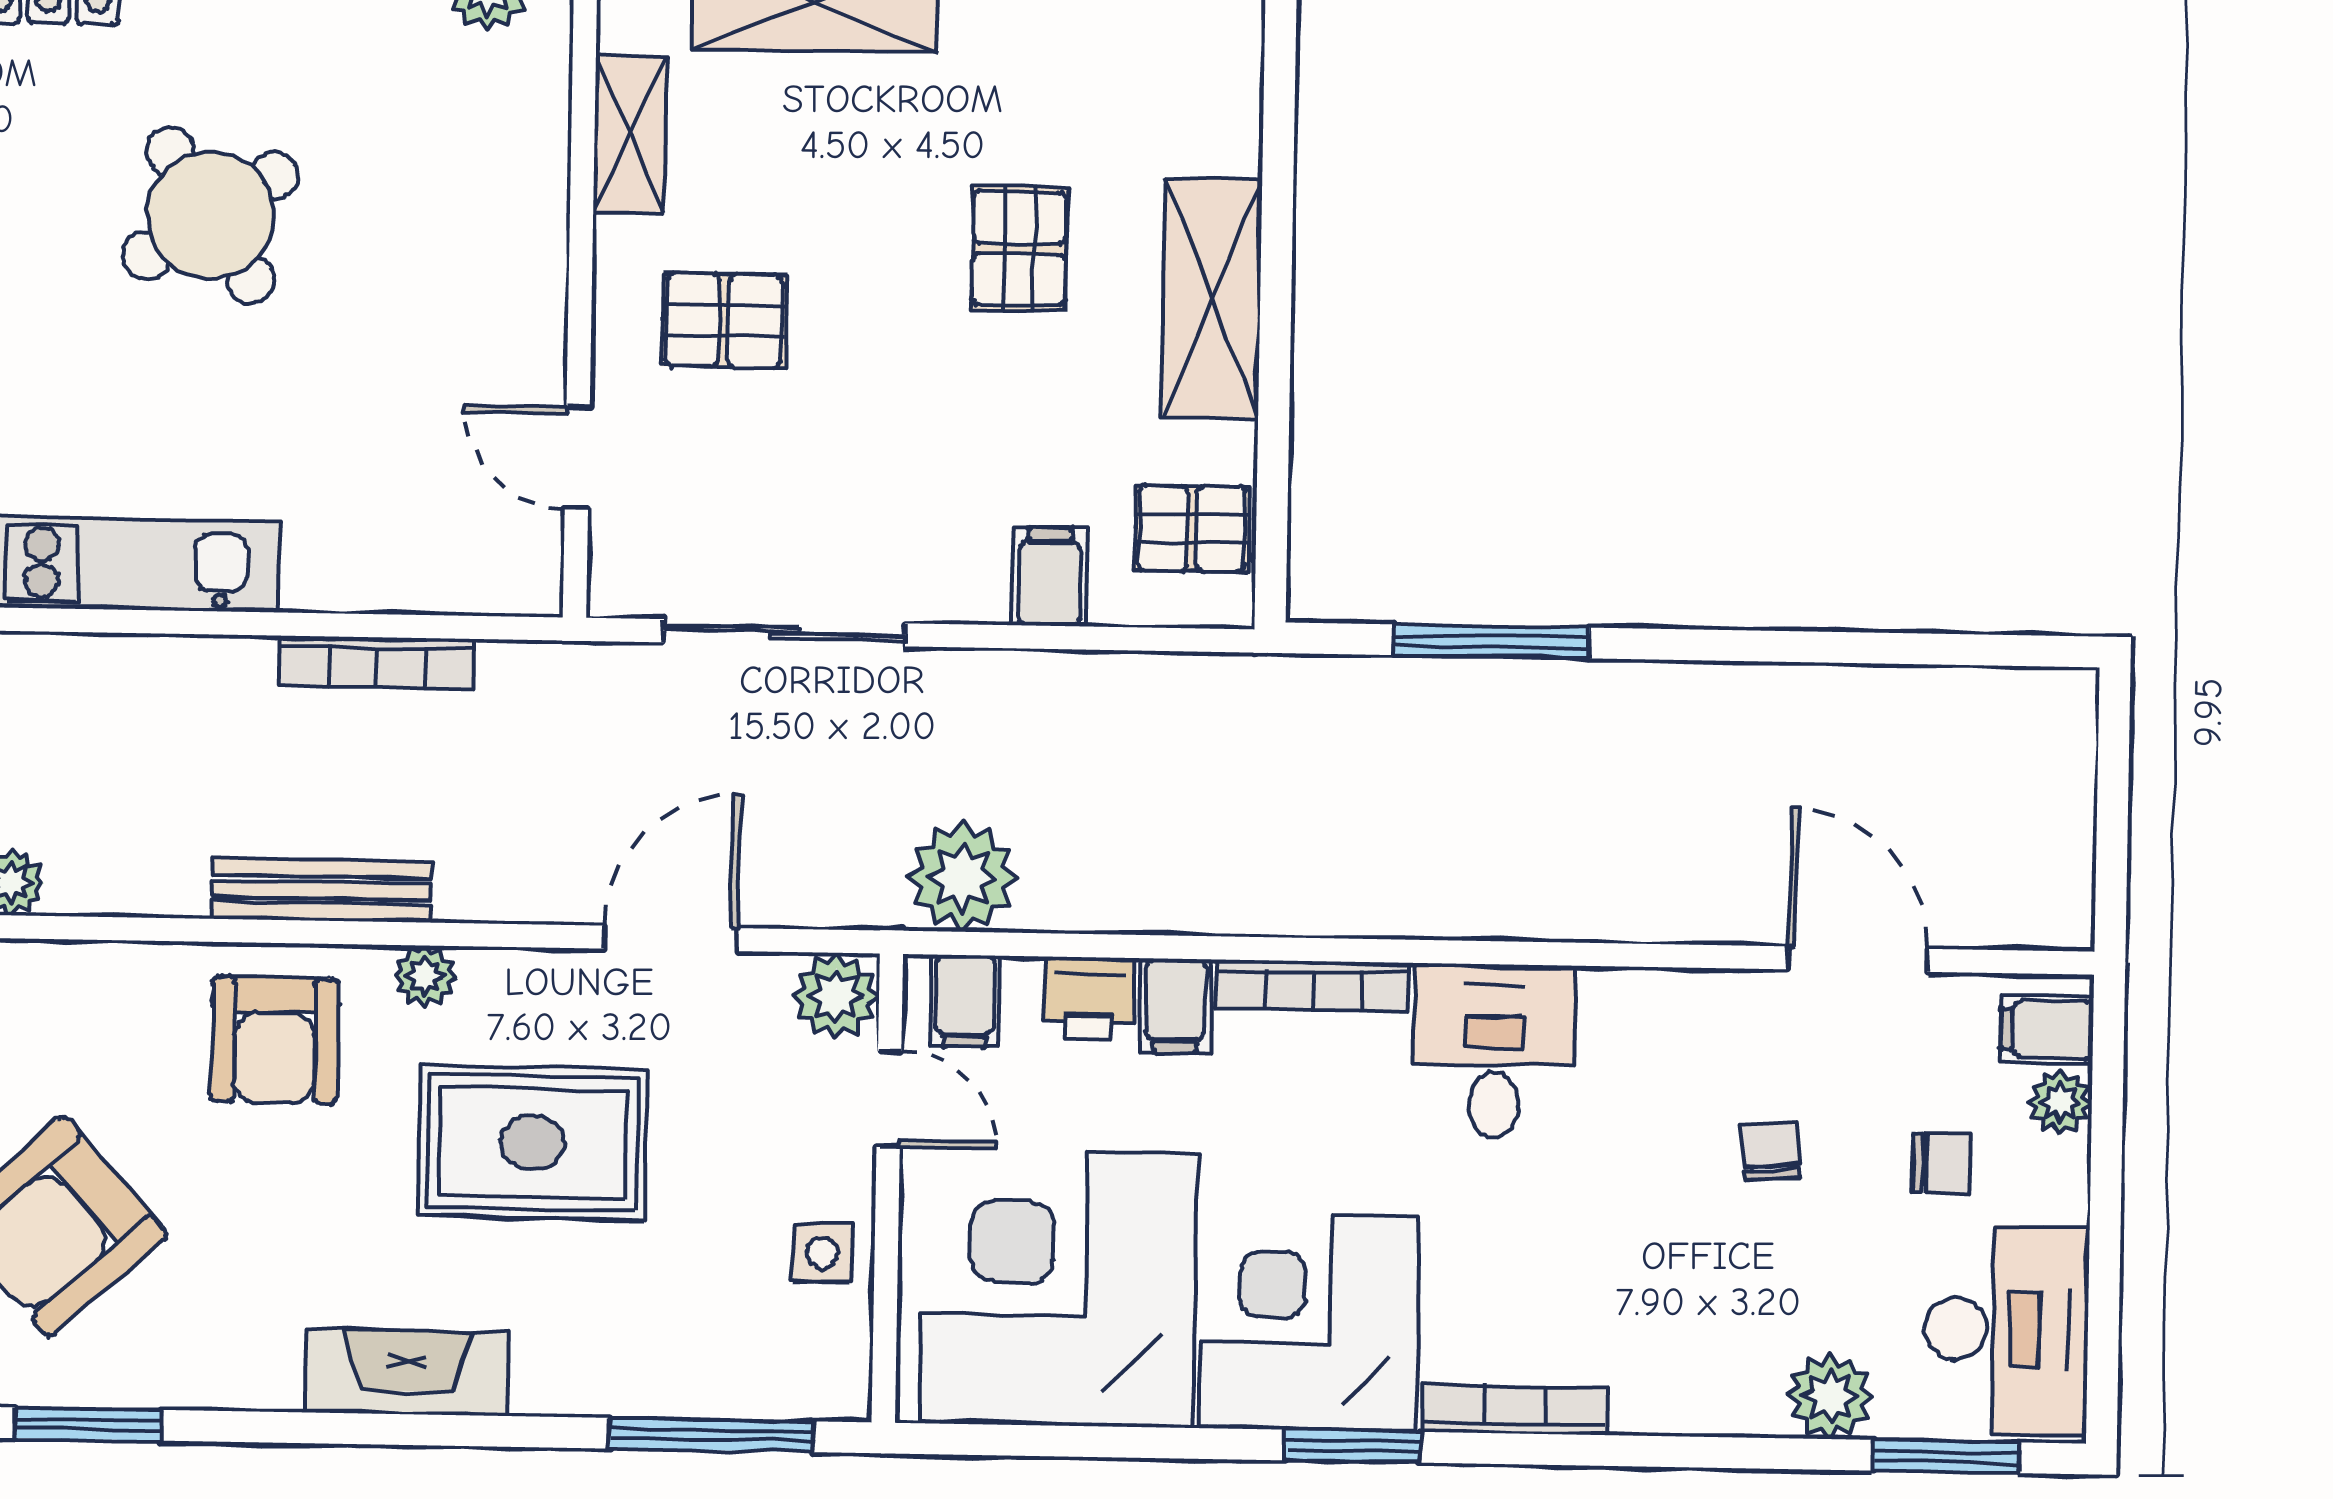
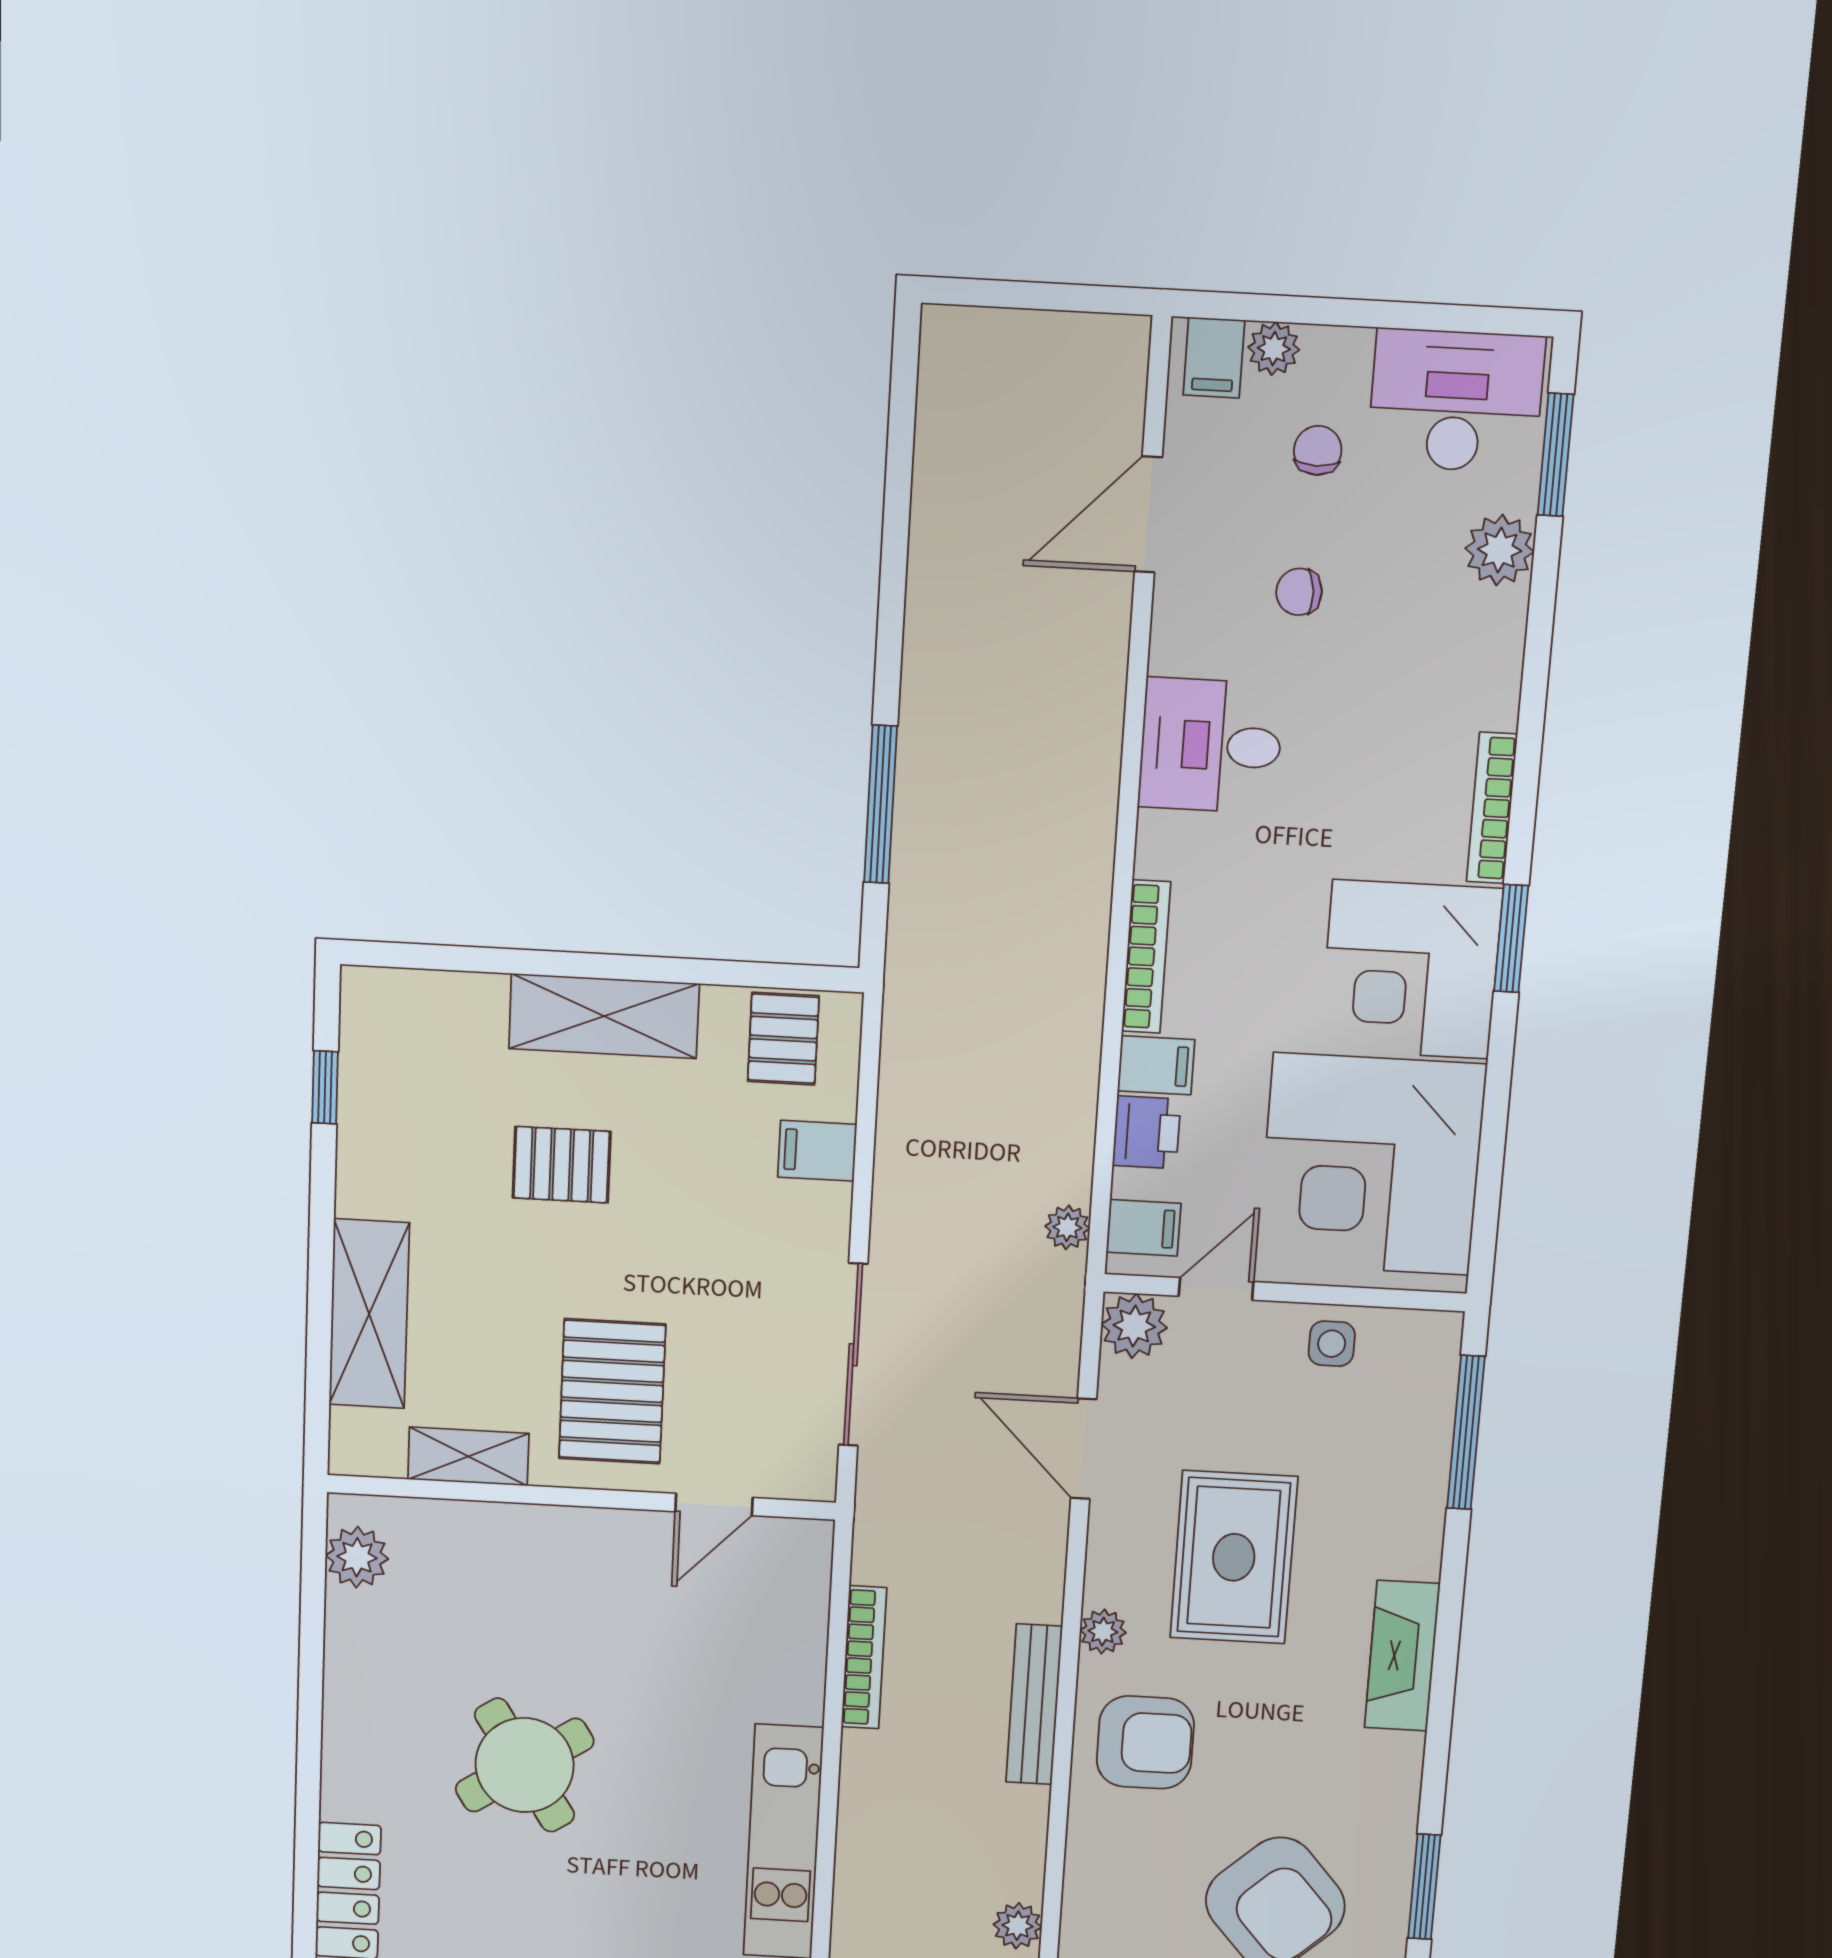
pallet: (724, 320) -> (612, 1391), width x1.50, depth x1.42
plant: (963, 877) -> (1067, 1227), width x0.53, depth x0.53
desk: (1494, 1051) -> (1211, 746), moved

